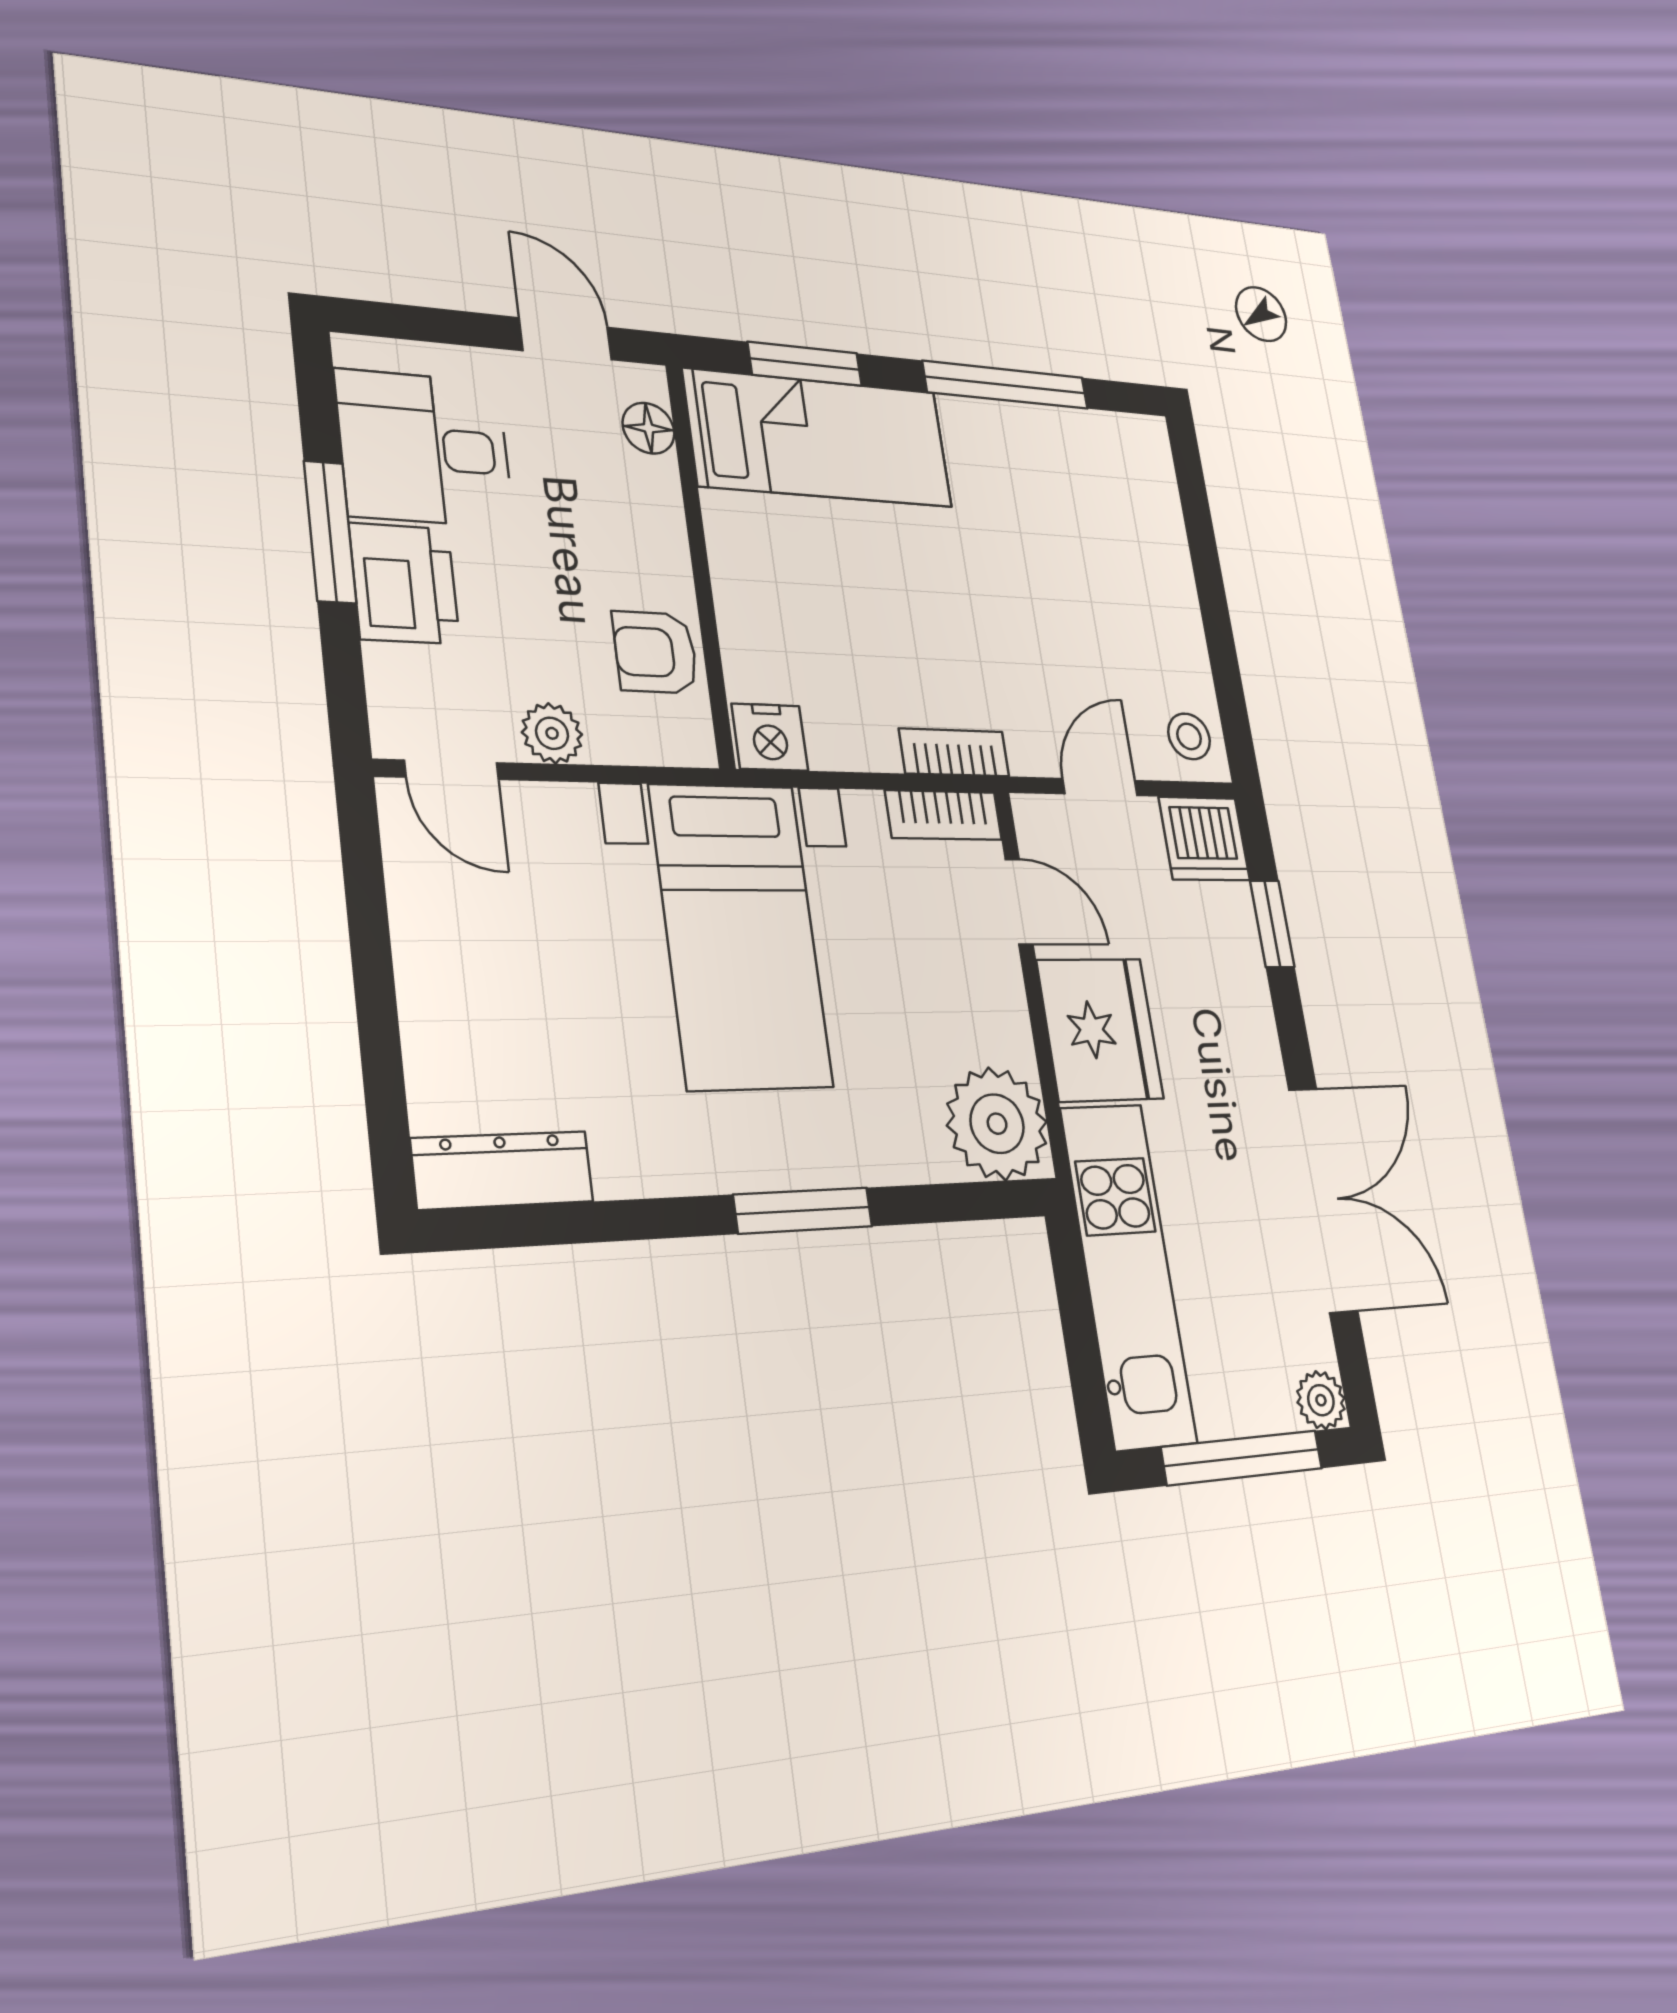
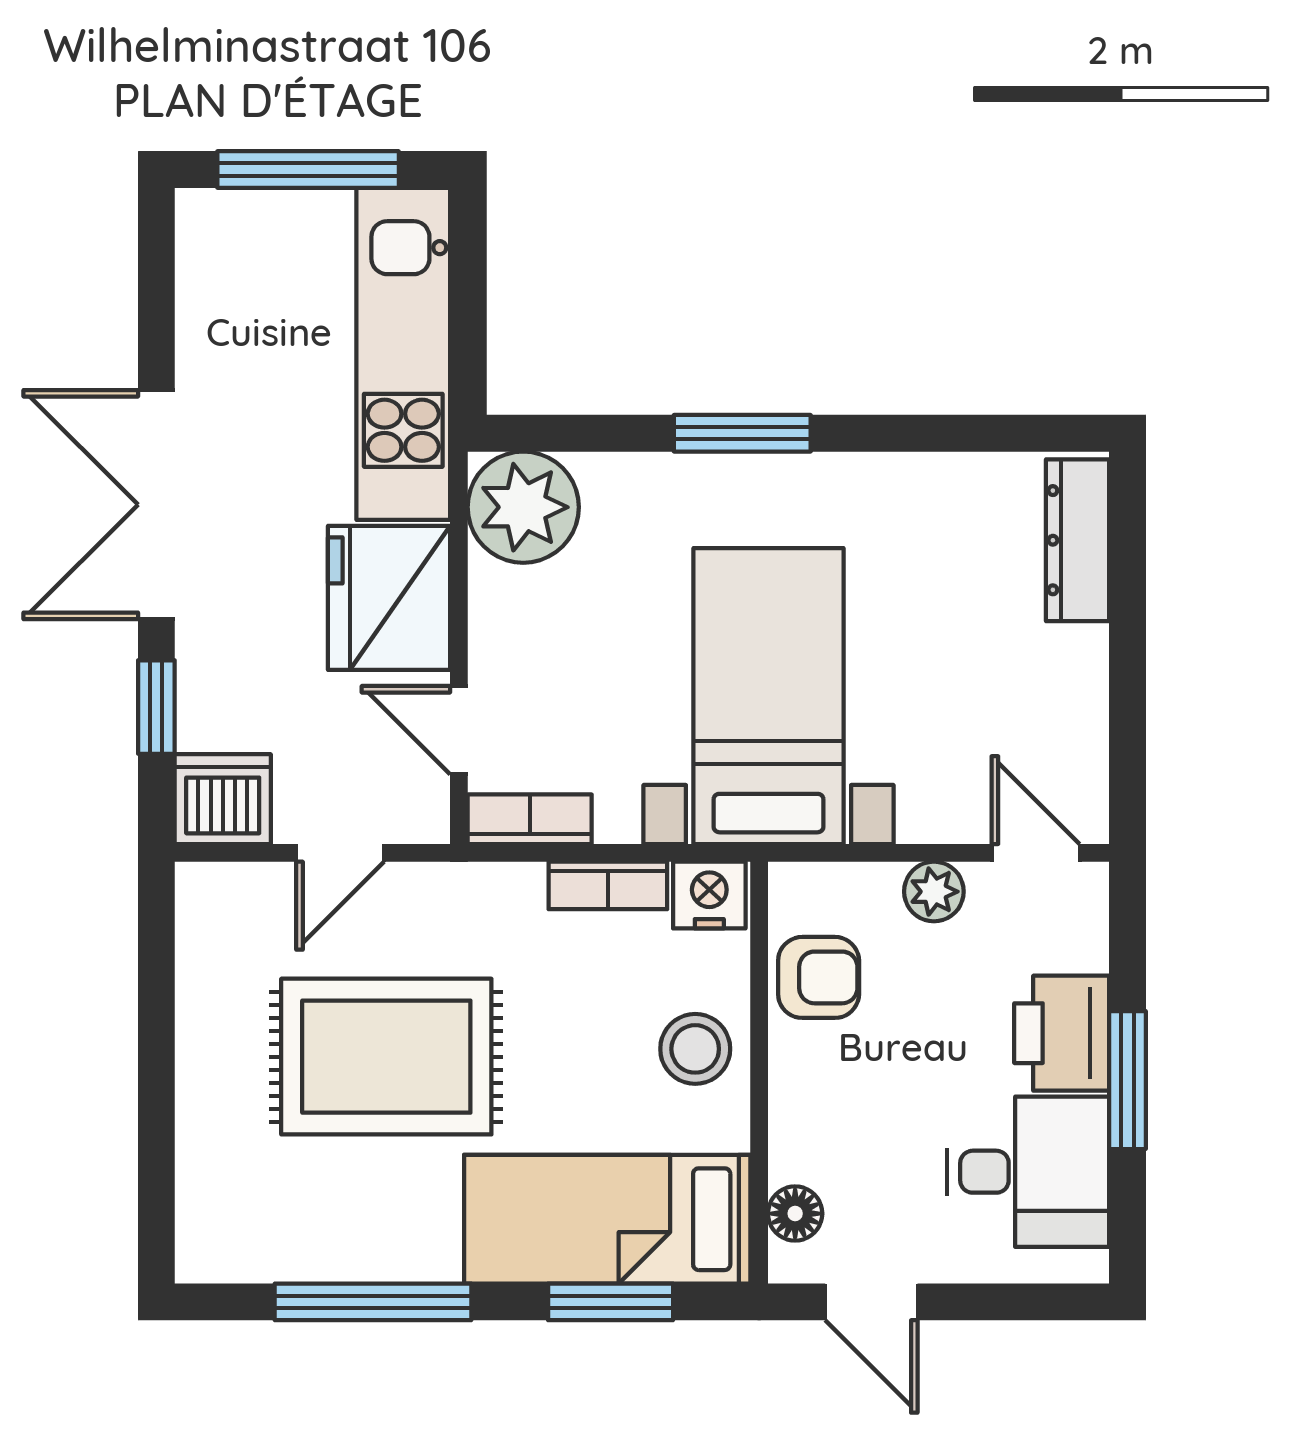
rug: (1031, 600) -> (386, 1057), added
stool: (1189, 736) -> (695, 1049), moved, width x1.37, depth x1.37
bookcase: (954, 753) -> (608, 885), moved
dresser: (502, 1170) -> (1078, 540), moved, turned 90
double door: (1323, 1199) -> (156, 505), moved
plant: (1321, 1400) -> (203, 217), removed

